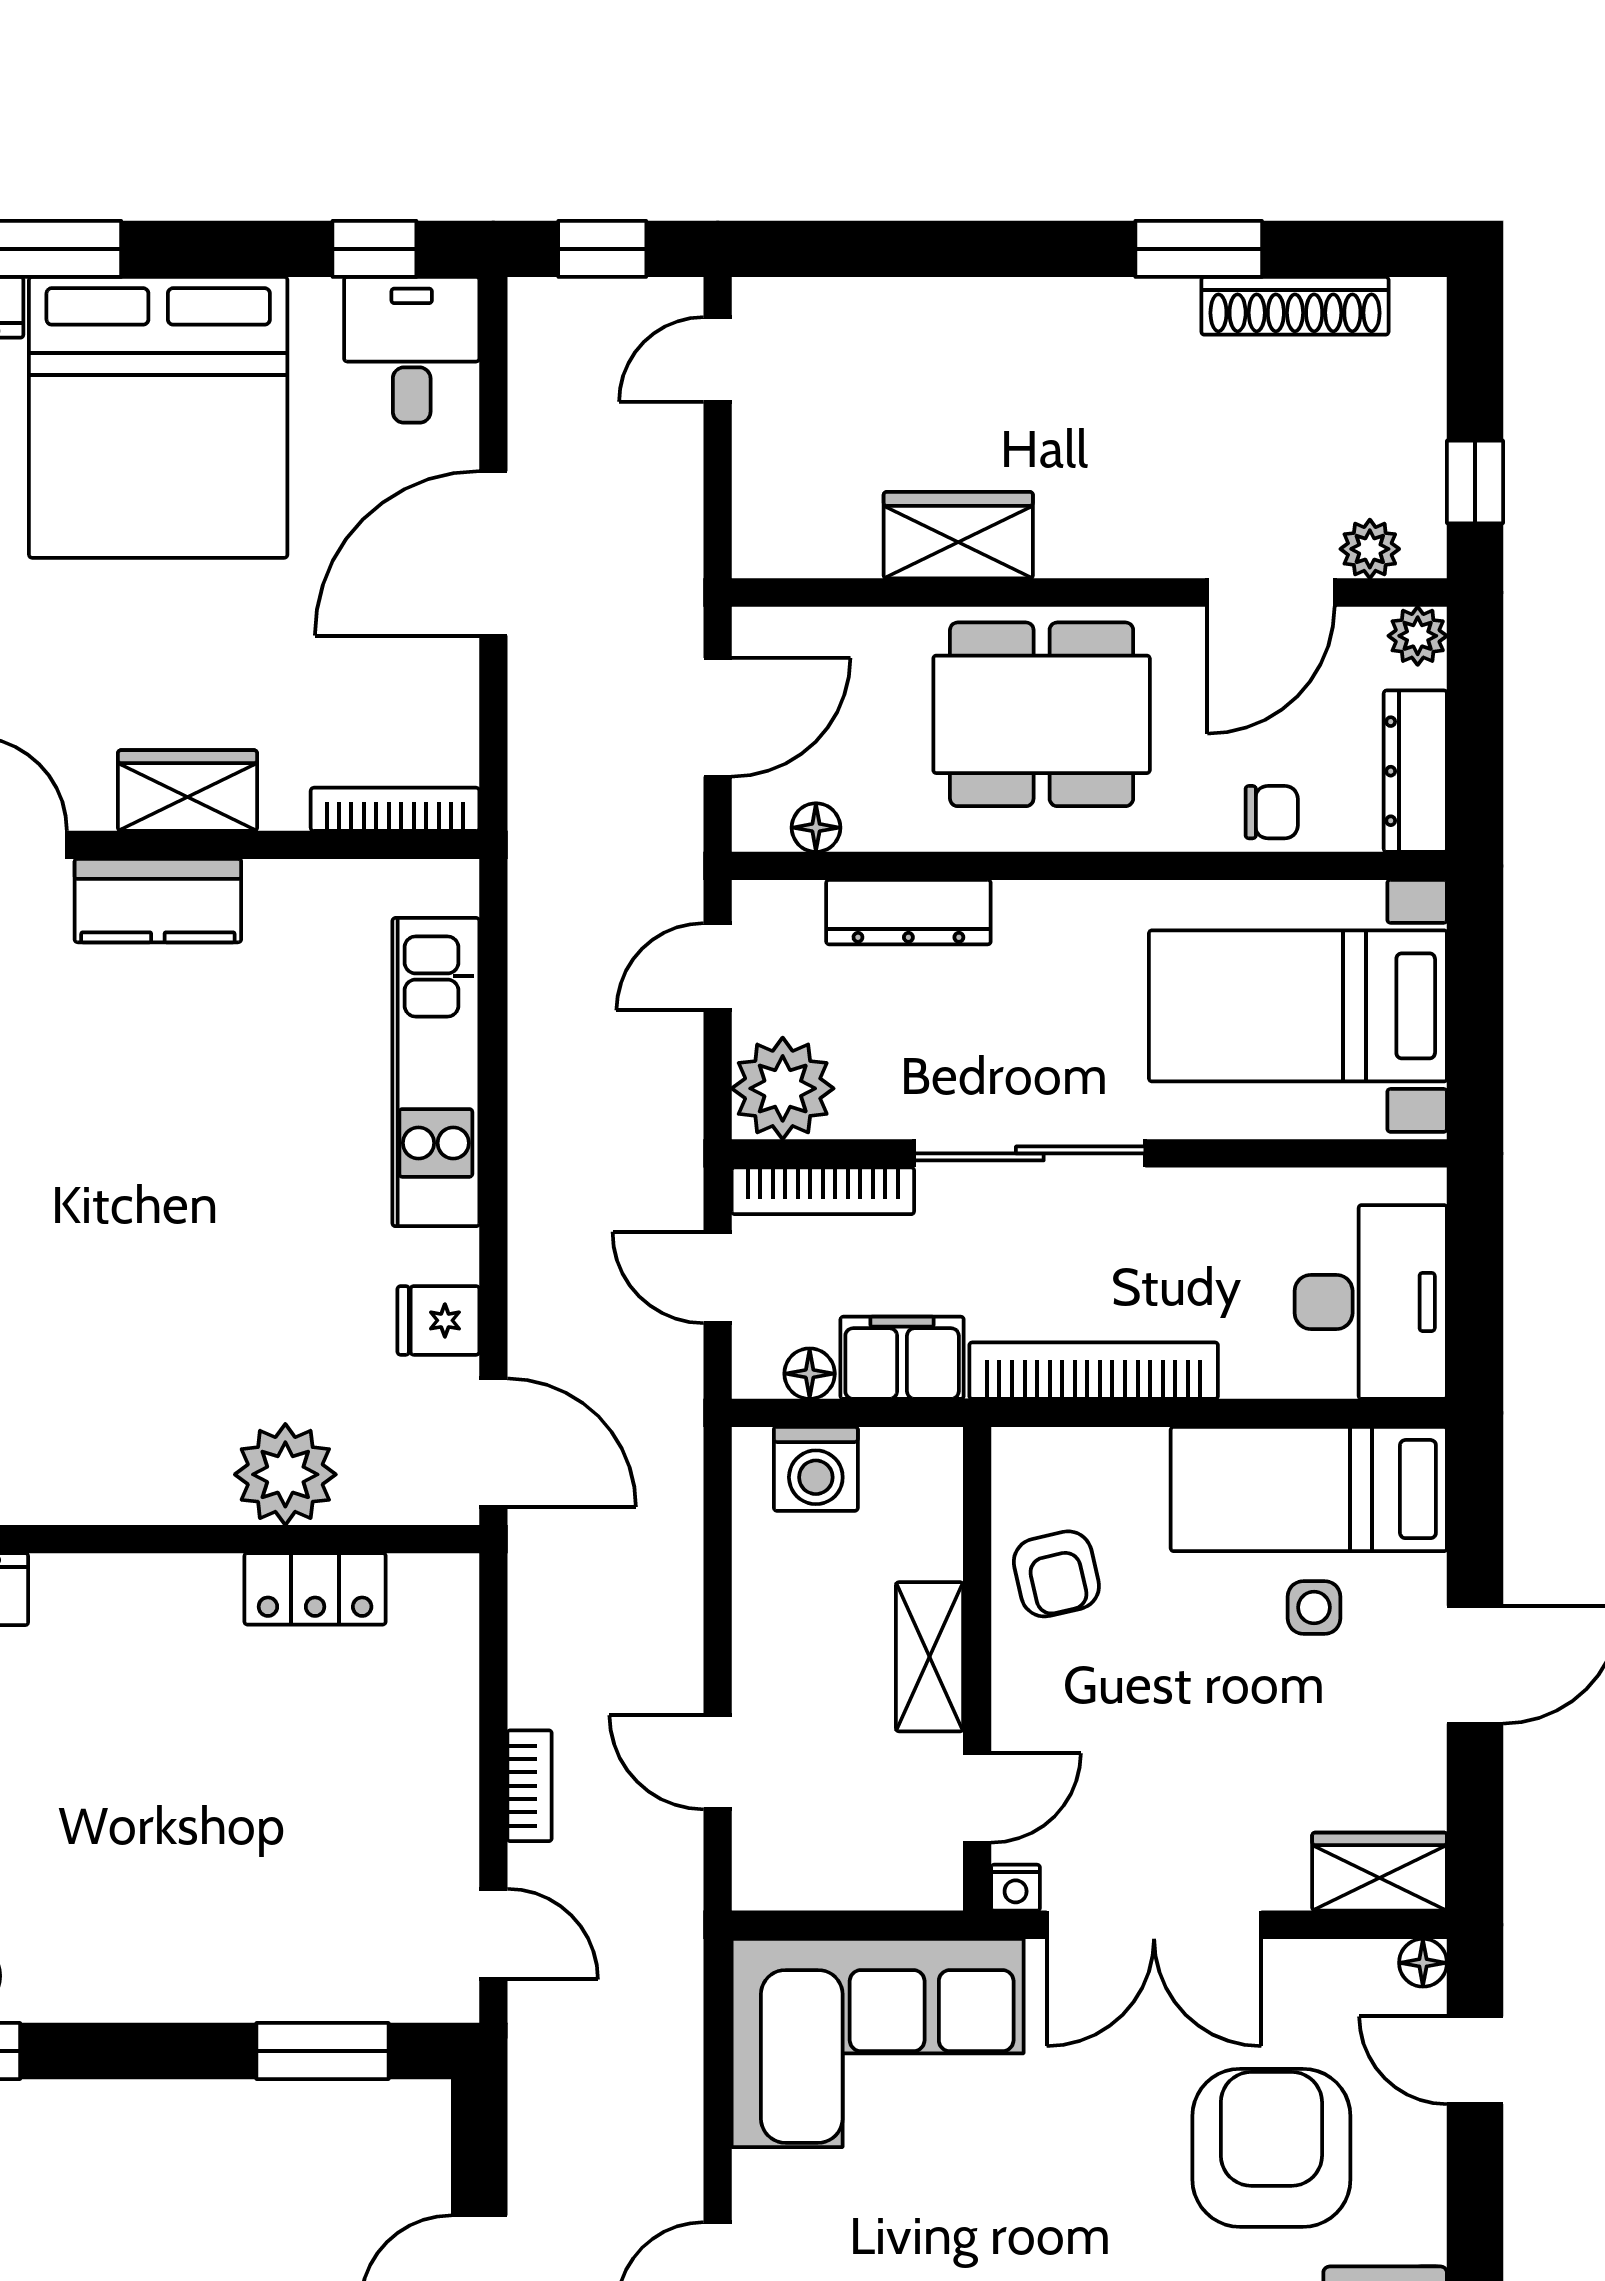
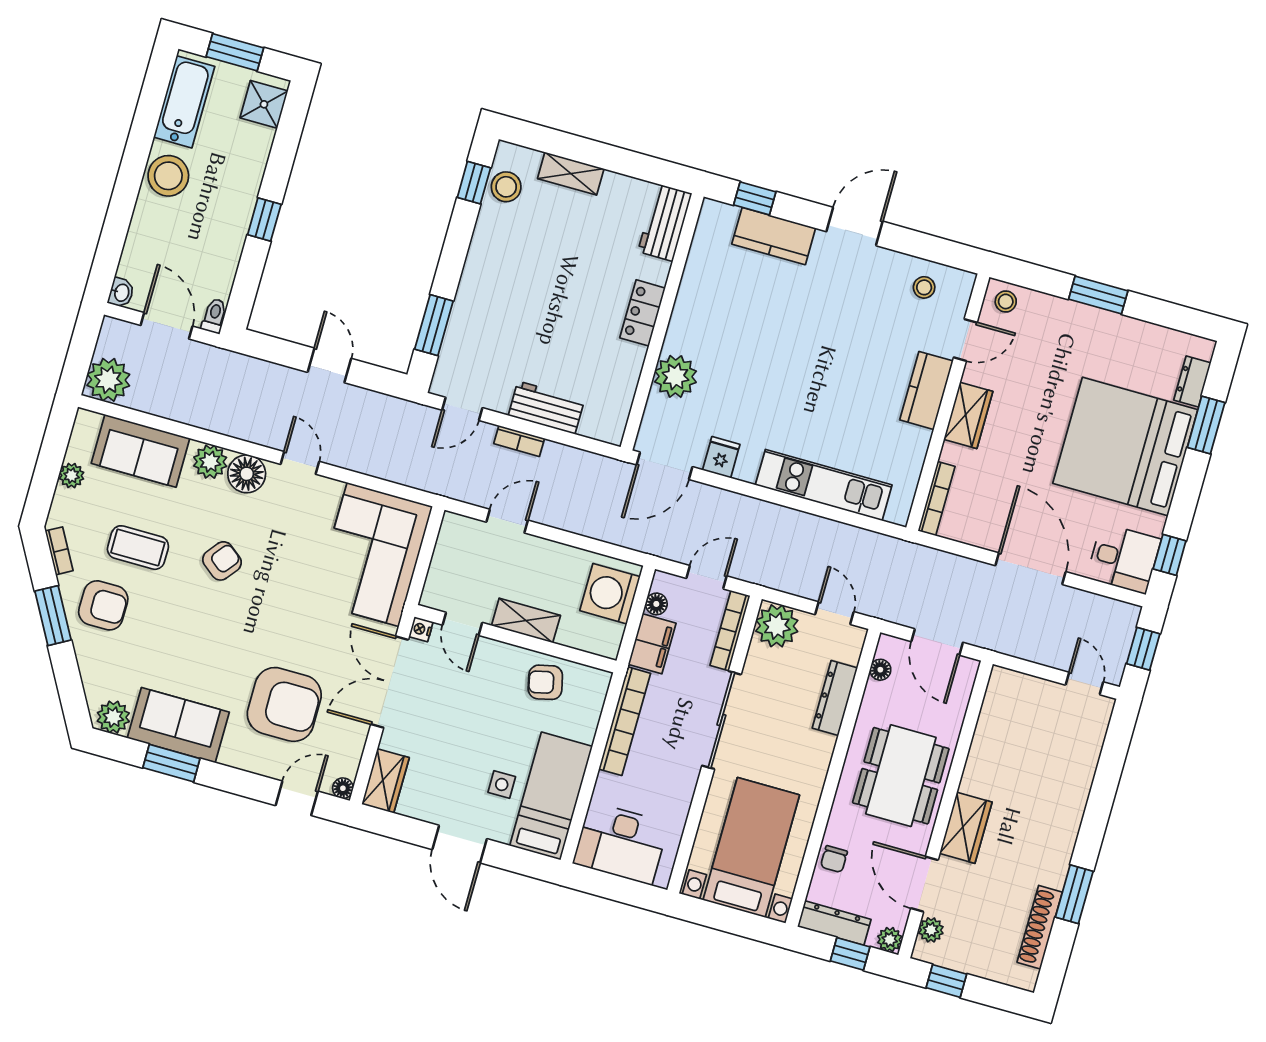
wardrobe: (958, 535) -> (966, 828), moved
window: (1475, 716) -> (850, 954), added
washing machine: (816, 1469) -> (610, 594), width x1.37, depth x1.37
locker: (315, 1589) -> (643, 313), moved
workbench: (437, 1745) -> (546, 408), added

